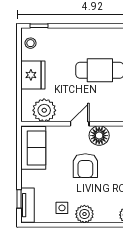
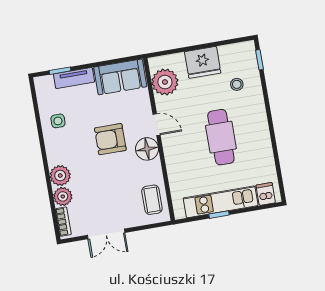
stool: (31, 43) -> (237, 84), moved
tv unit: (27, 205) -> (74, 78), moved
plant: (84, 214) -> (60, 176), moved

